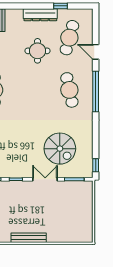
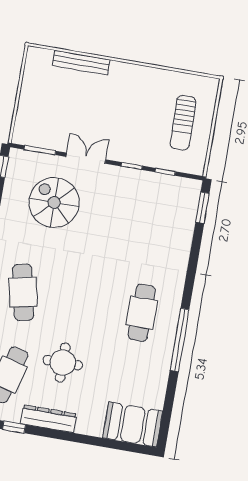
double door: (45, 179) -> (86, 158), swing flipped
bench: (29, 238) -> (81, 63), moved

